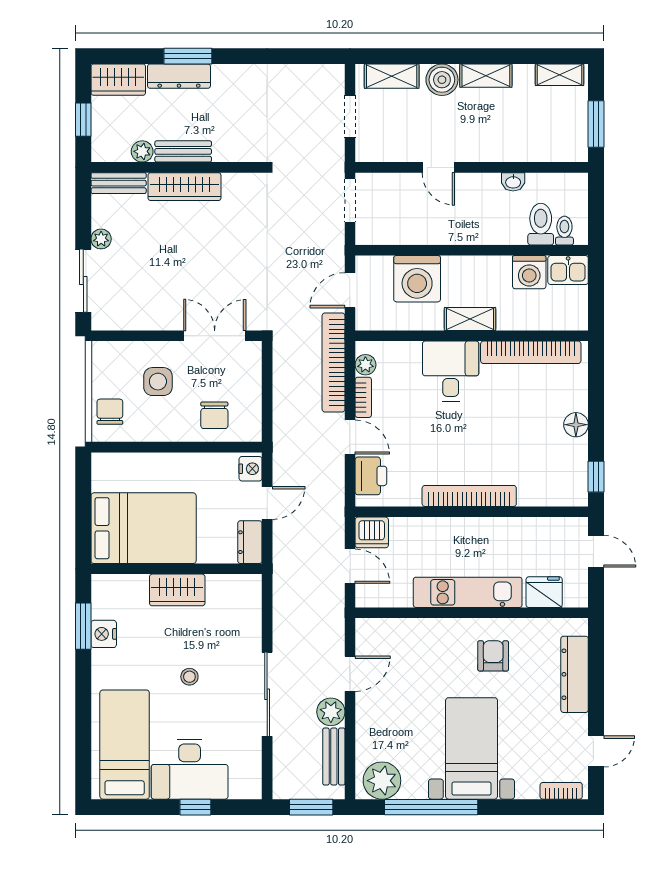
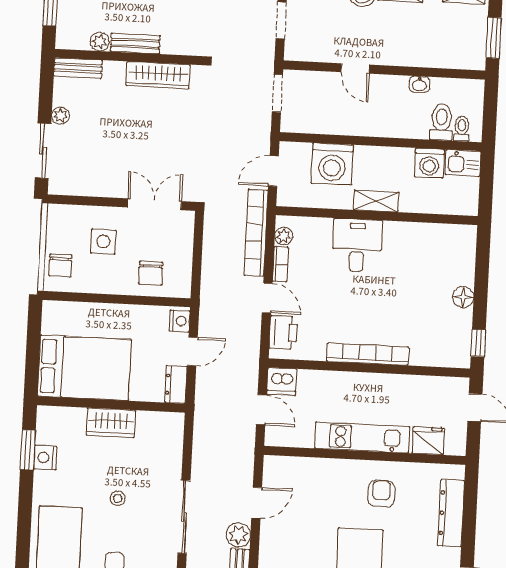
wardrobe: (184, 187) -> (158, 75), moved
bookcase: (531, 352) -> (427, 233), removed
chair: (110, 412) -> (60, 266), turned 180

